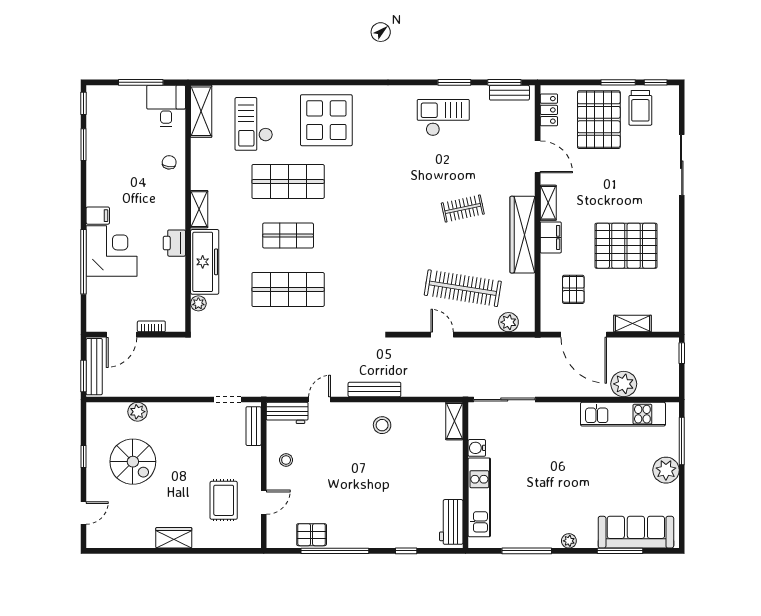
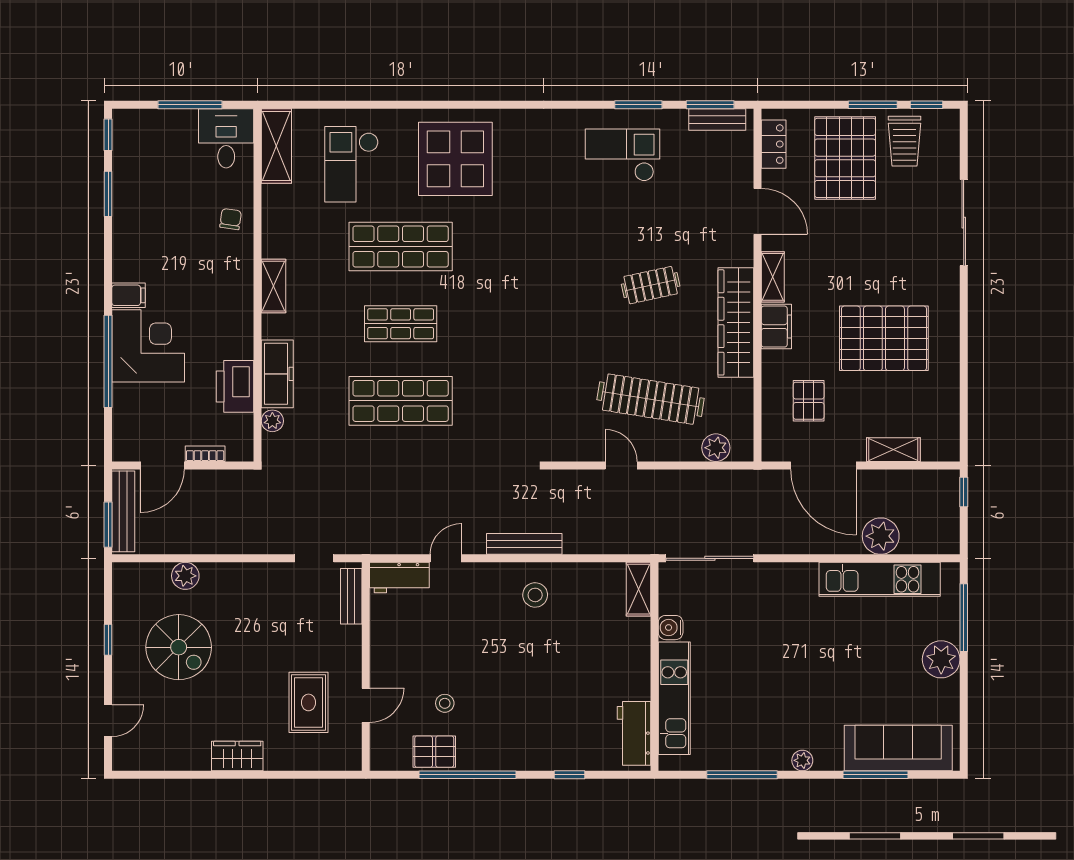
printer: (174, 243) -> (235, 386), moved, width x1.37, depth x1.19
freezer: (205, 262) -> (277, 374), width x0.73, depth x0.79
stool: (286, 460) -> (445, 703), moved

